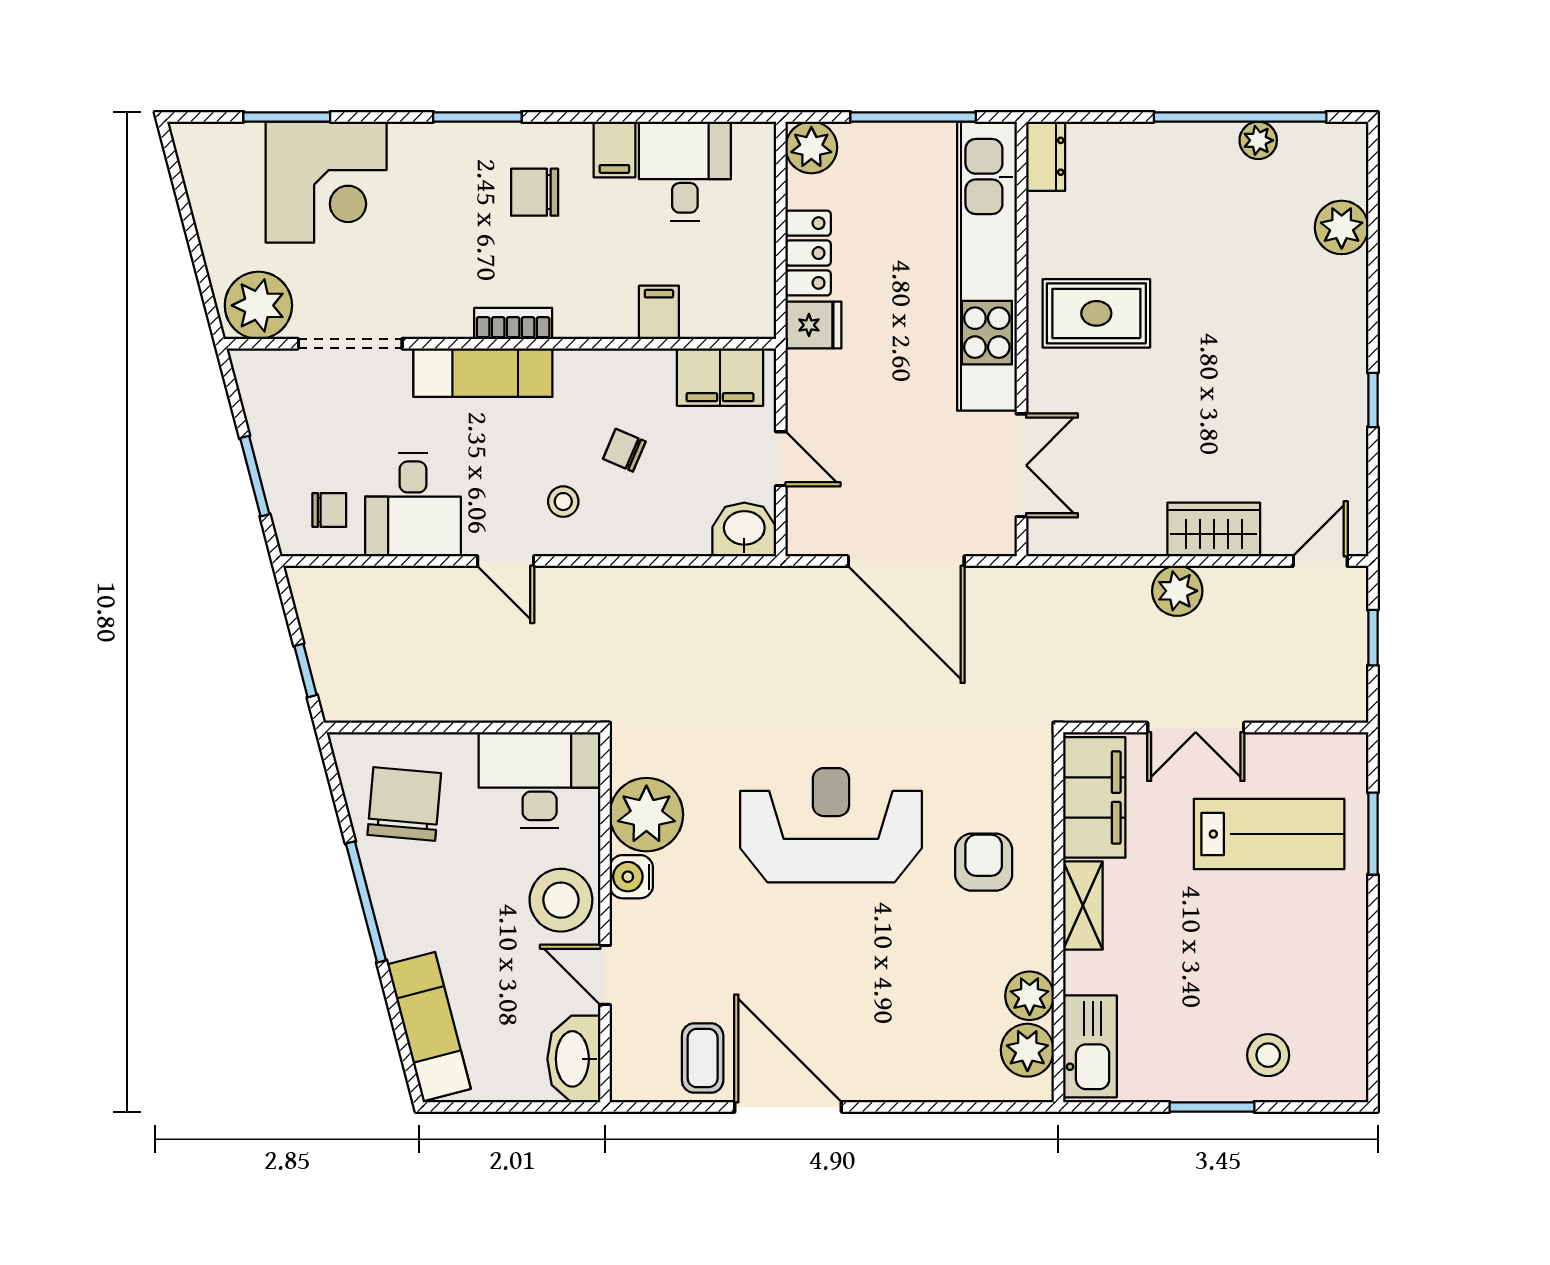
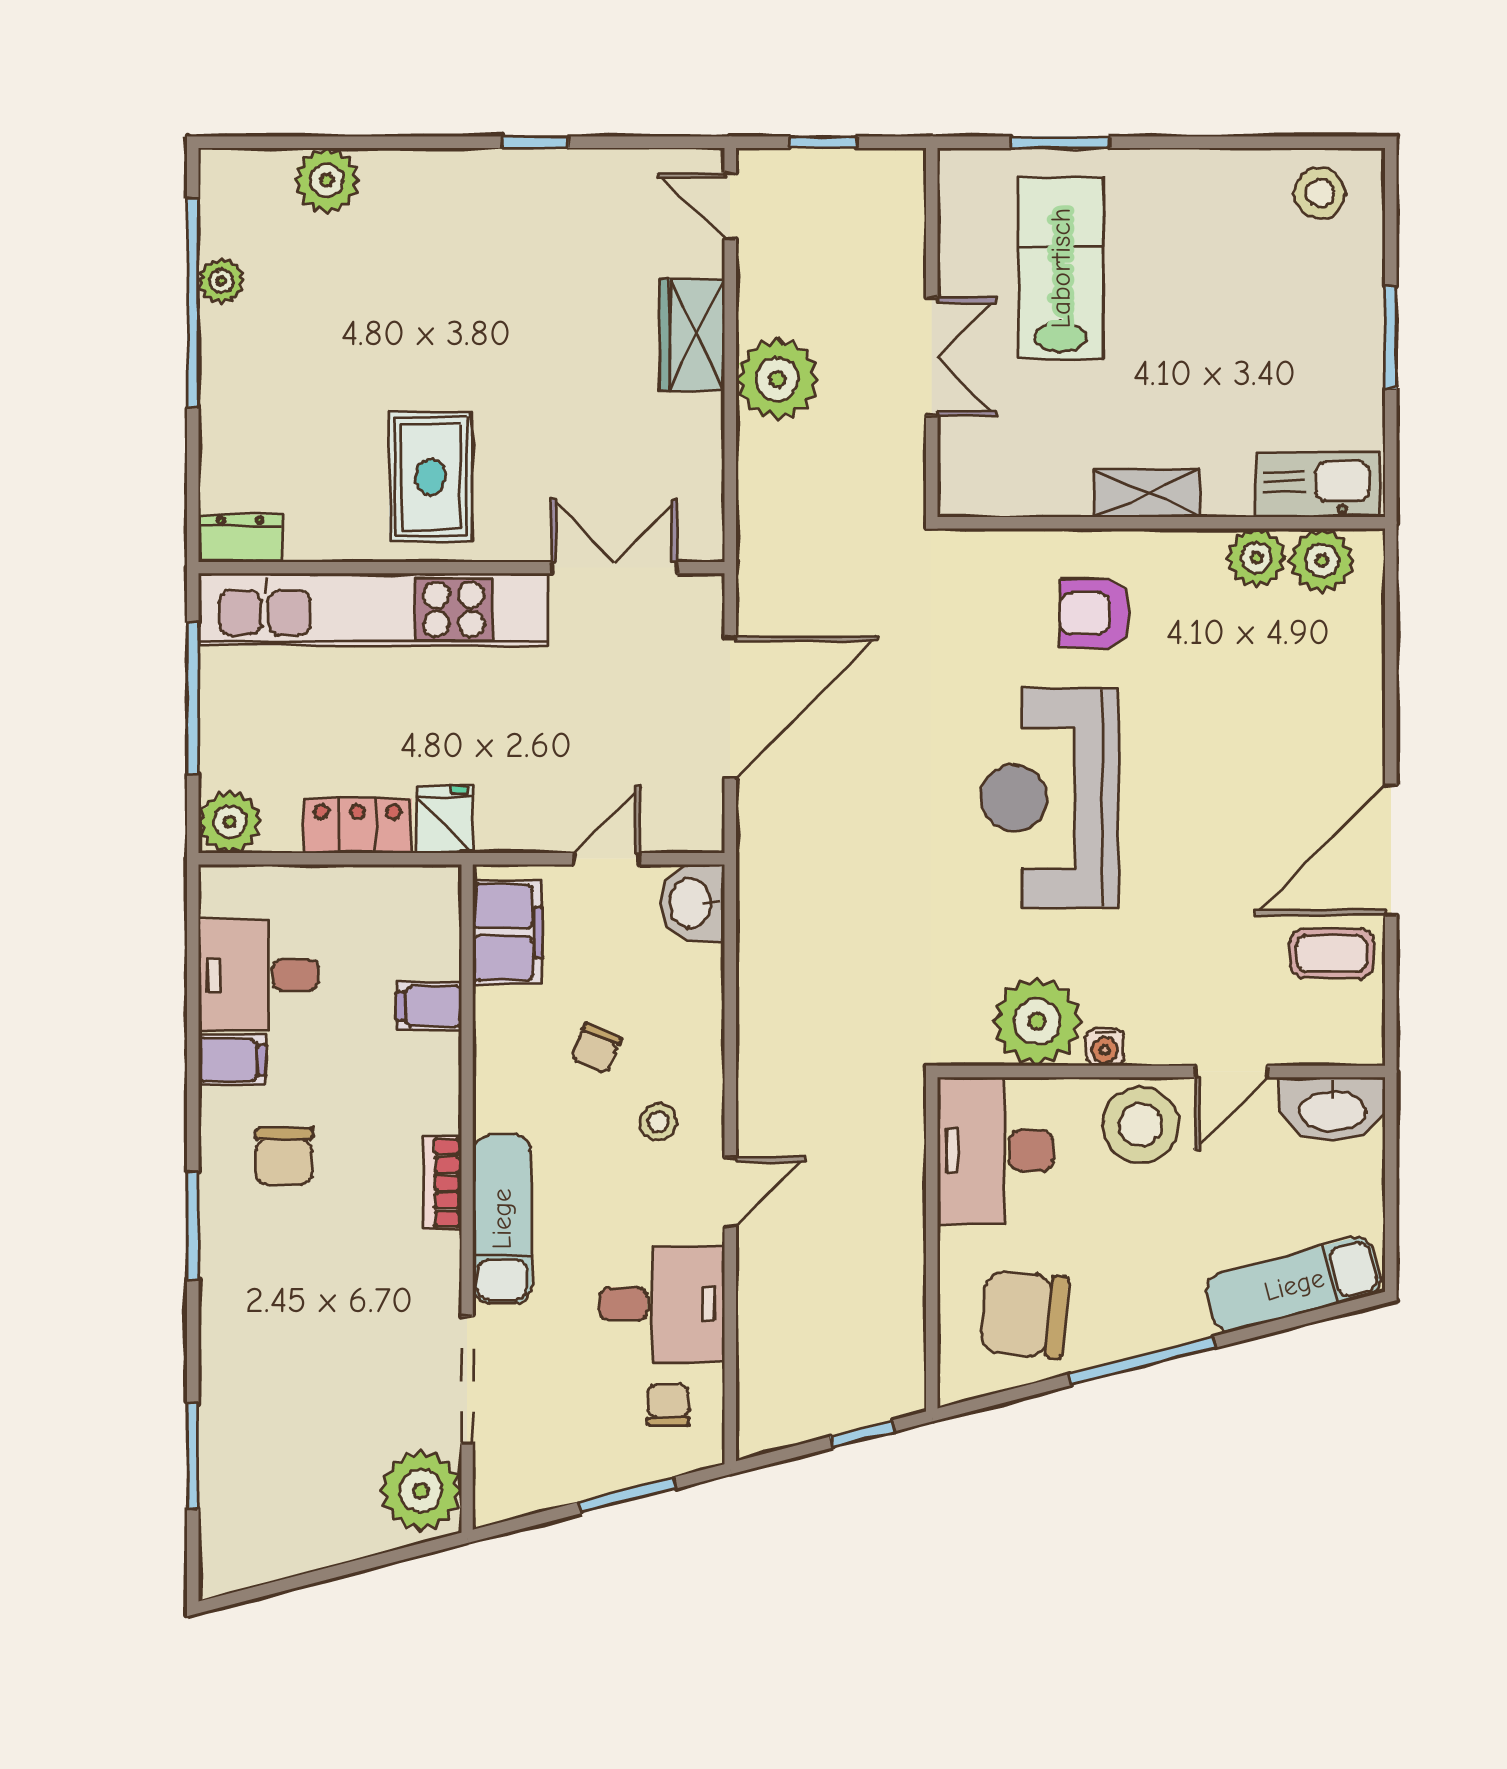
corner desk: (326, 182) -> (272, 1409), removed
plant: (1177, 591) -> (777, 379), width x1.36, depth x1.36
filing cabinet: (1094, 797) -> (1016, 479), removed
water cooler: (631, 877) -> (1105, 1047), width x0.72, depth x0.72
stool: (1268, 1055) -> (1320, 193), moved

